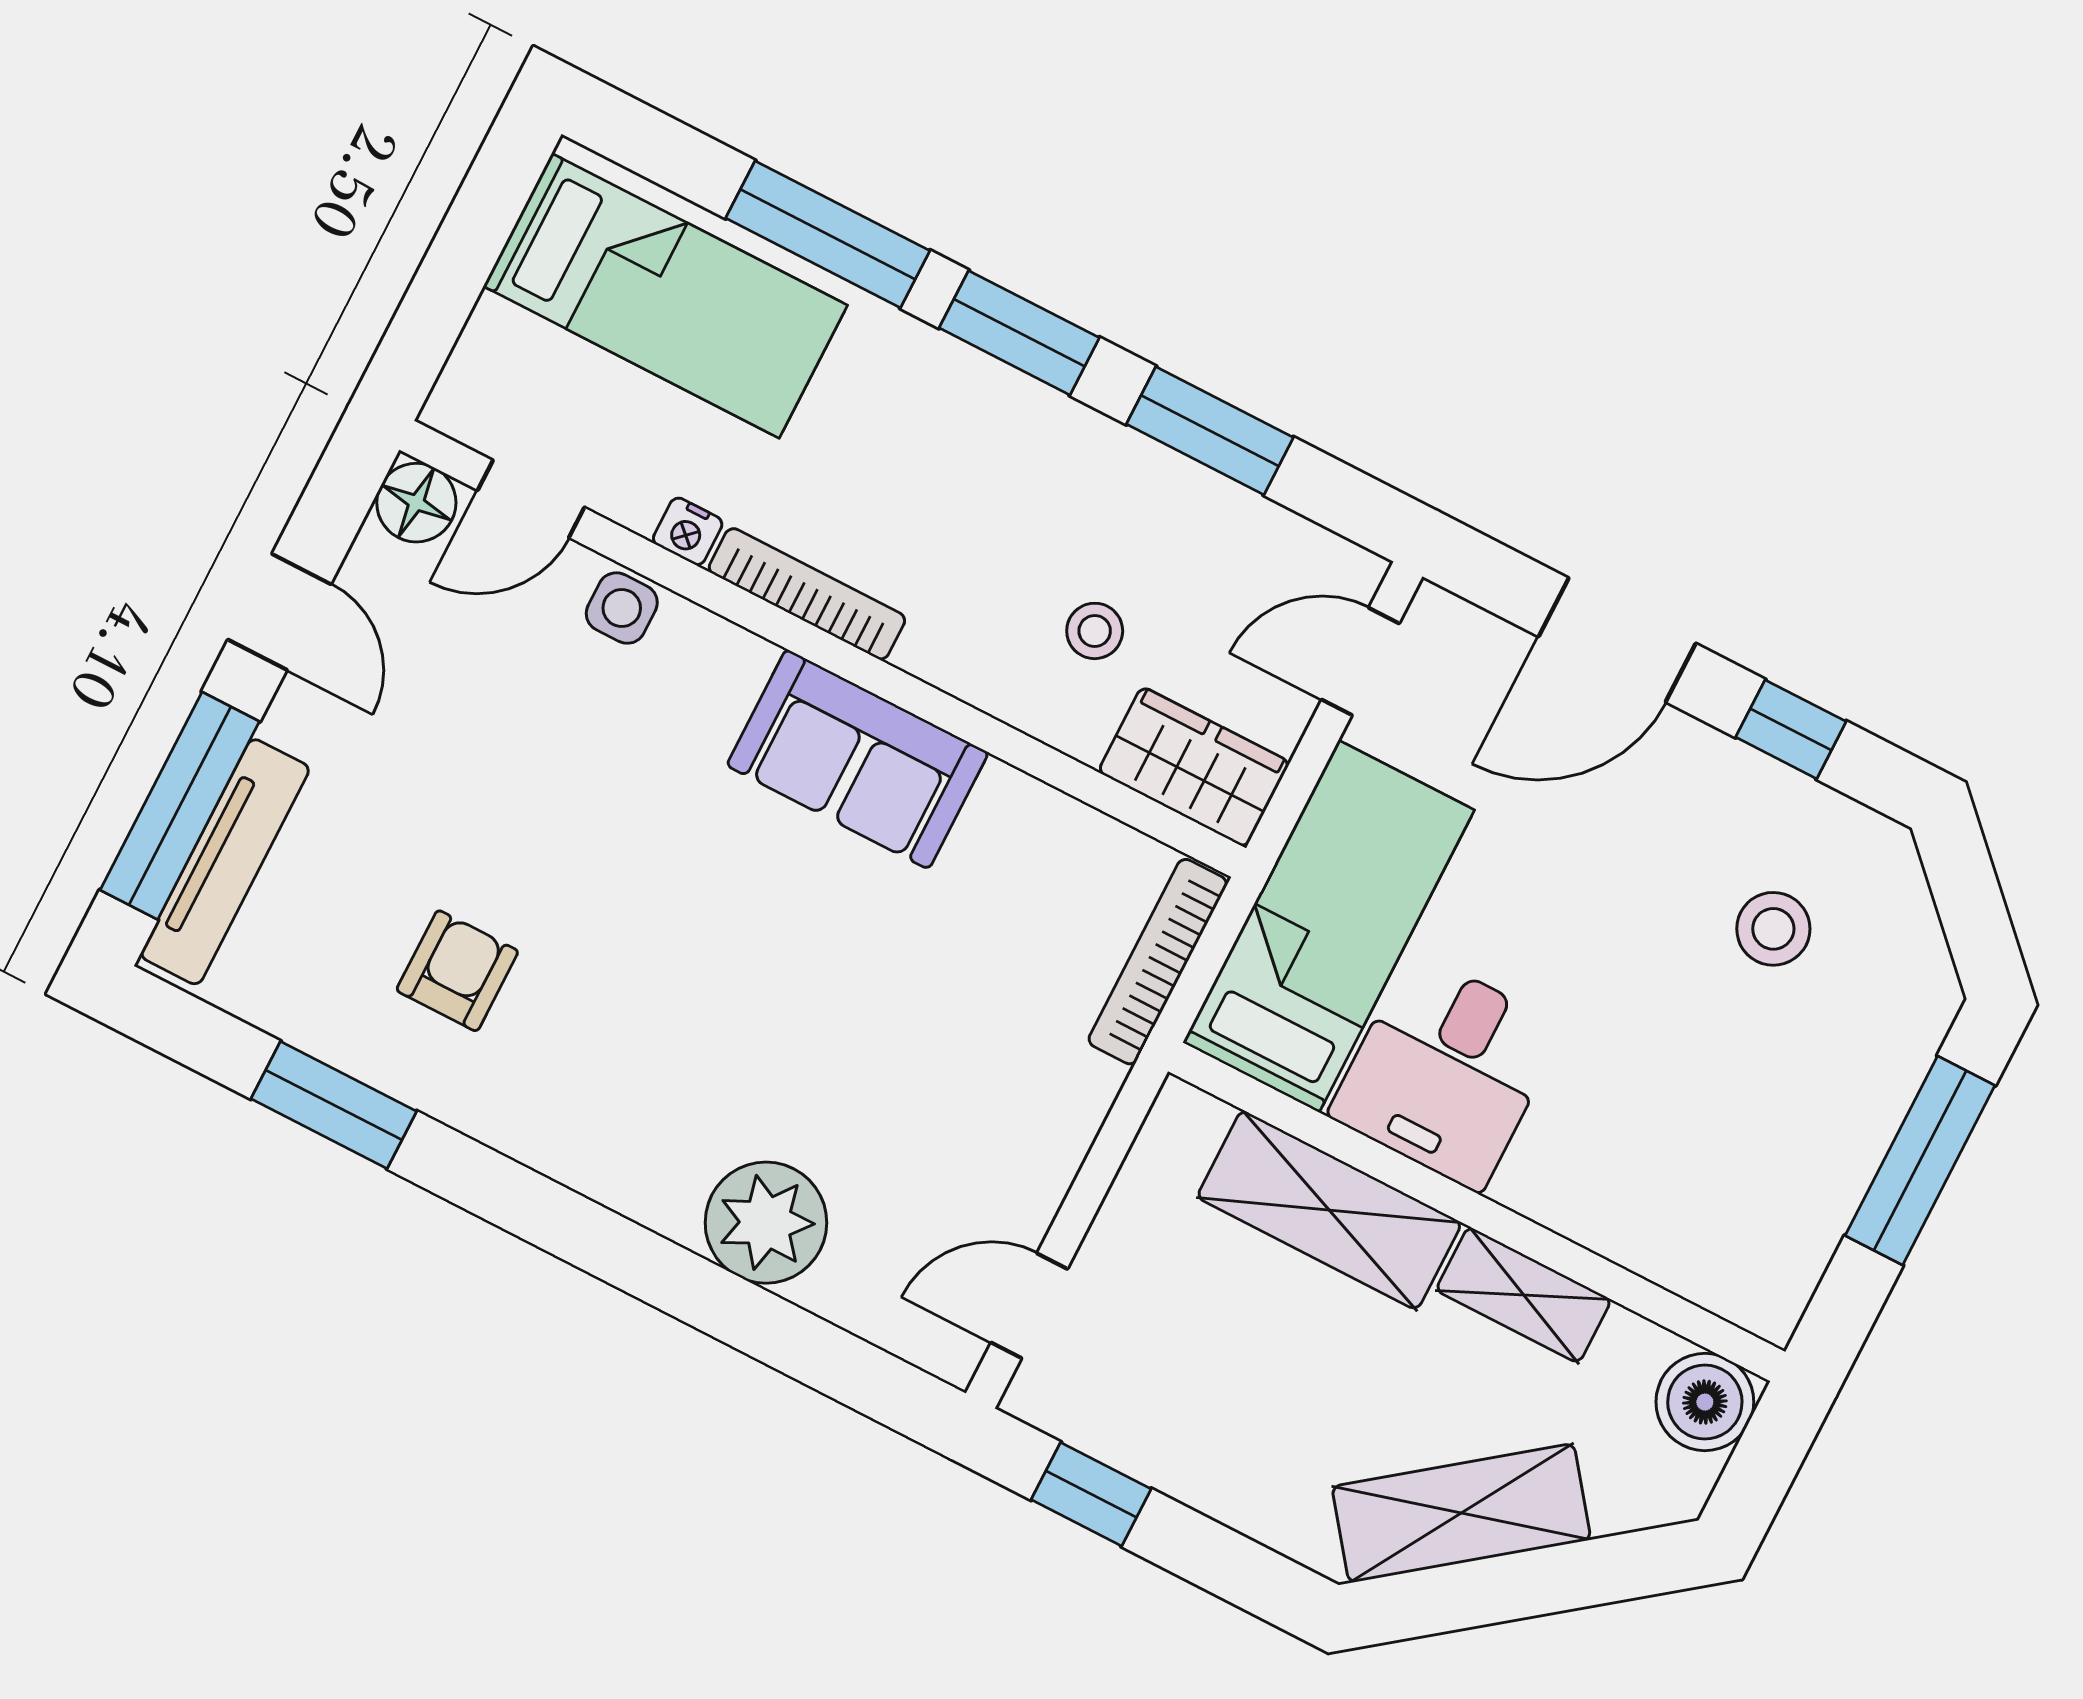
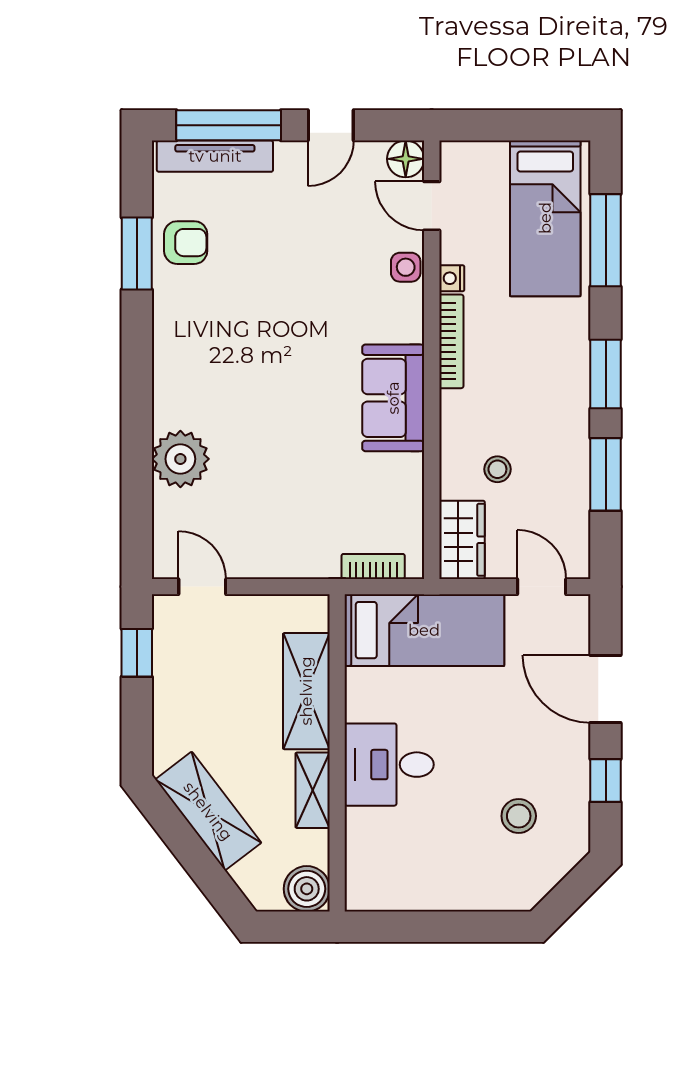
window: (828, 234) -> (606, 240), moved
bookcase: (1158, 962) -> (373, 566), width x0.64
armchair: (457, 971) -> (186, 243), moved
desk: (1446, 1071) -> (389, 765), moved
window: (1920, 1161) -> (454, 927), removed

